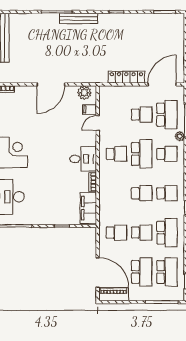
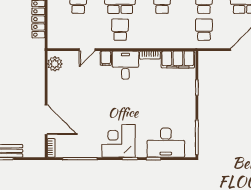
door: (51, 84) -> (46, 120), moved
filing cabinet: (90, 109) -> (106, 58), moved
door: (98, 123) -> (87, 50), hinge flipped

